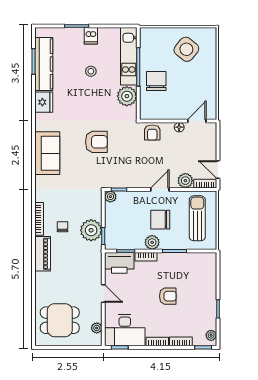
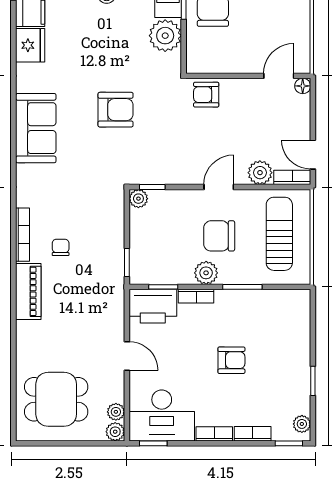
floor lamp: (179, 127) -> (303, 86), moved
armchair: (152, 133) -> (206, 95), turned 90
plant: (91, 230) -> (115, 432), moved, width x0.53, depth x0.53

